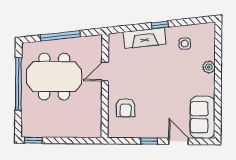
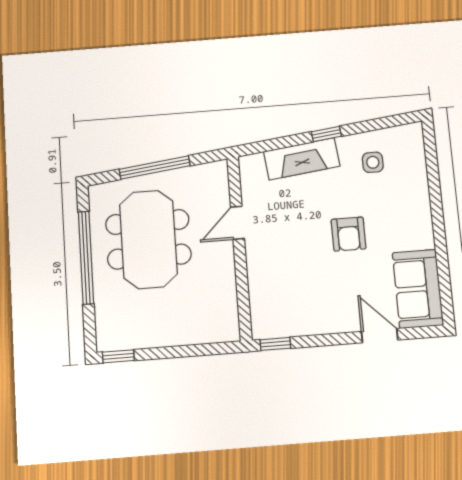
plant: (209, 67) -> (419, 200), removed
meeting table: (54, 77) -> (148, 239), turned 90
armchair: (126, 108) -> (349, 234), moved
window: (149, 141) -> (275, 344), moved

